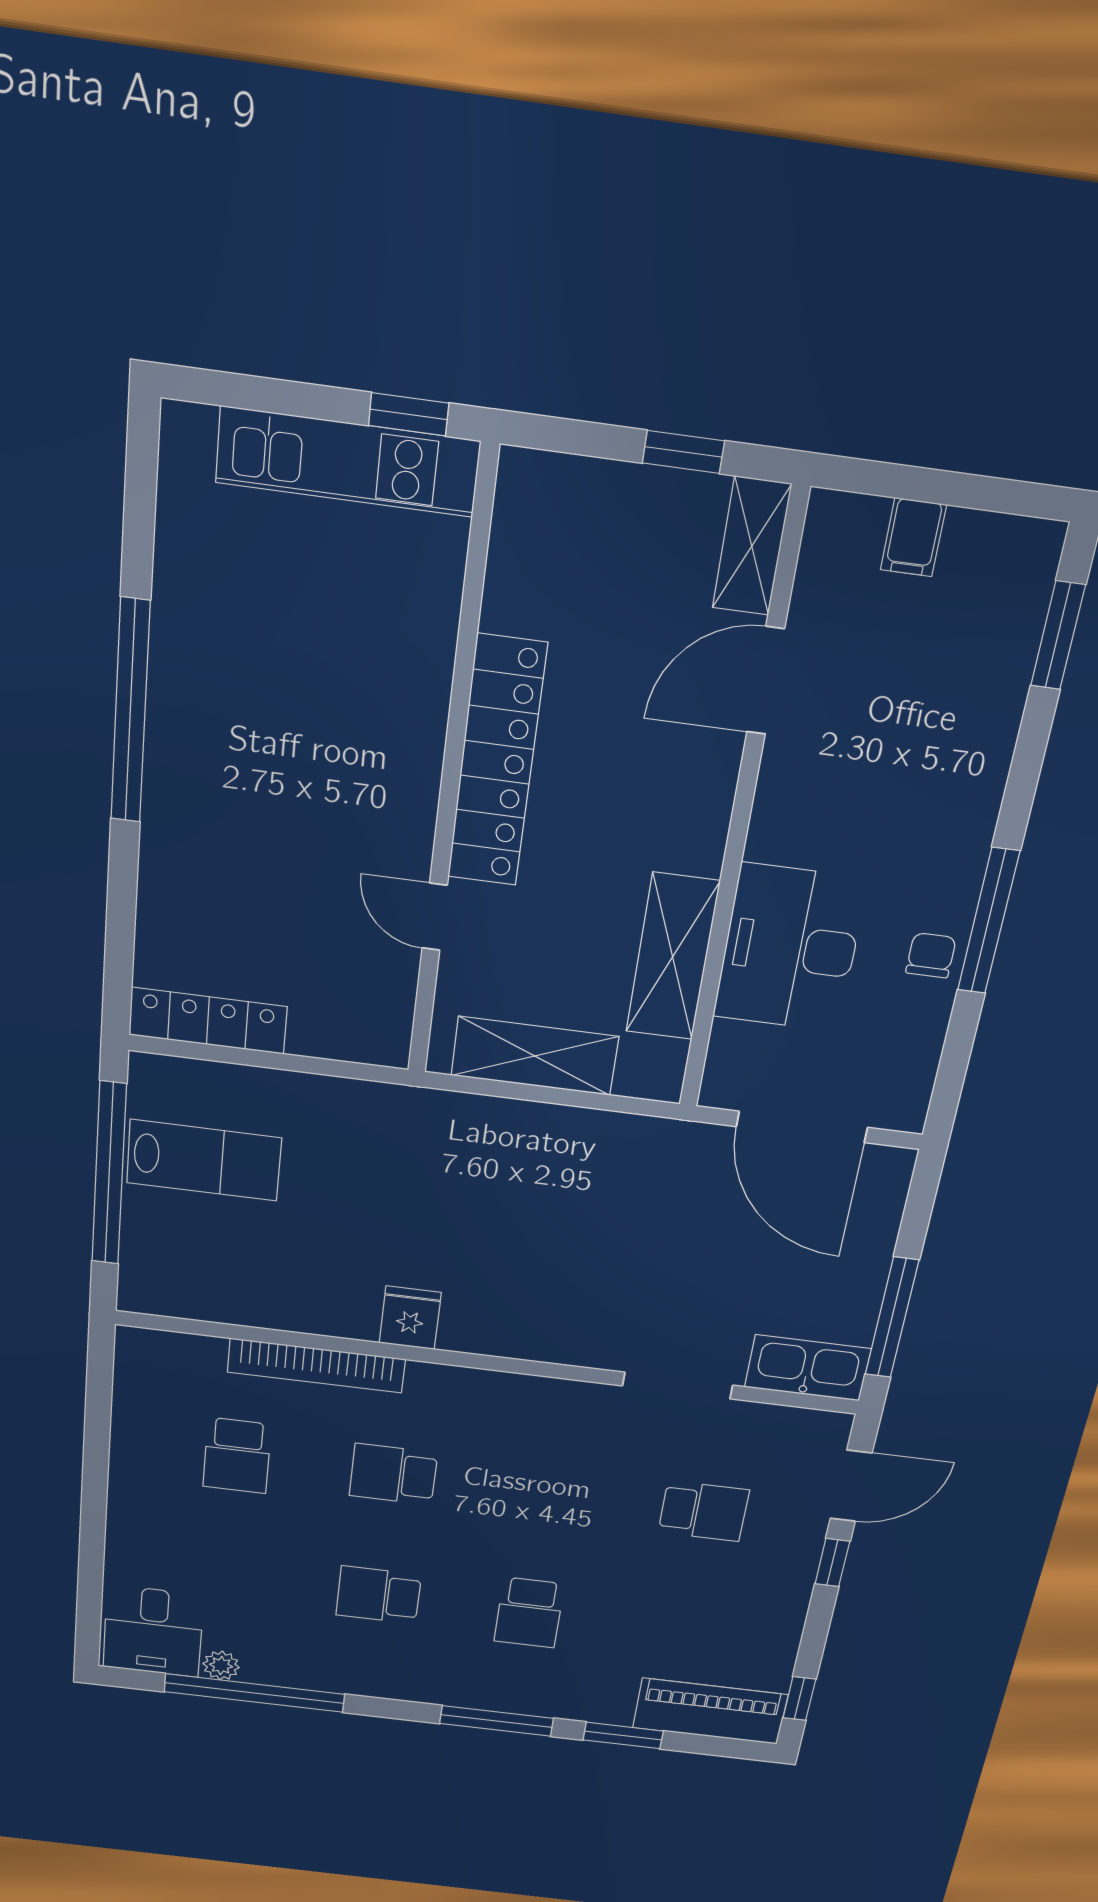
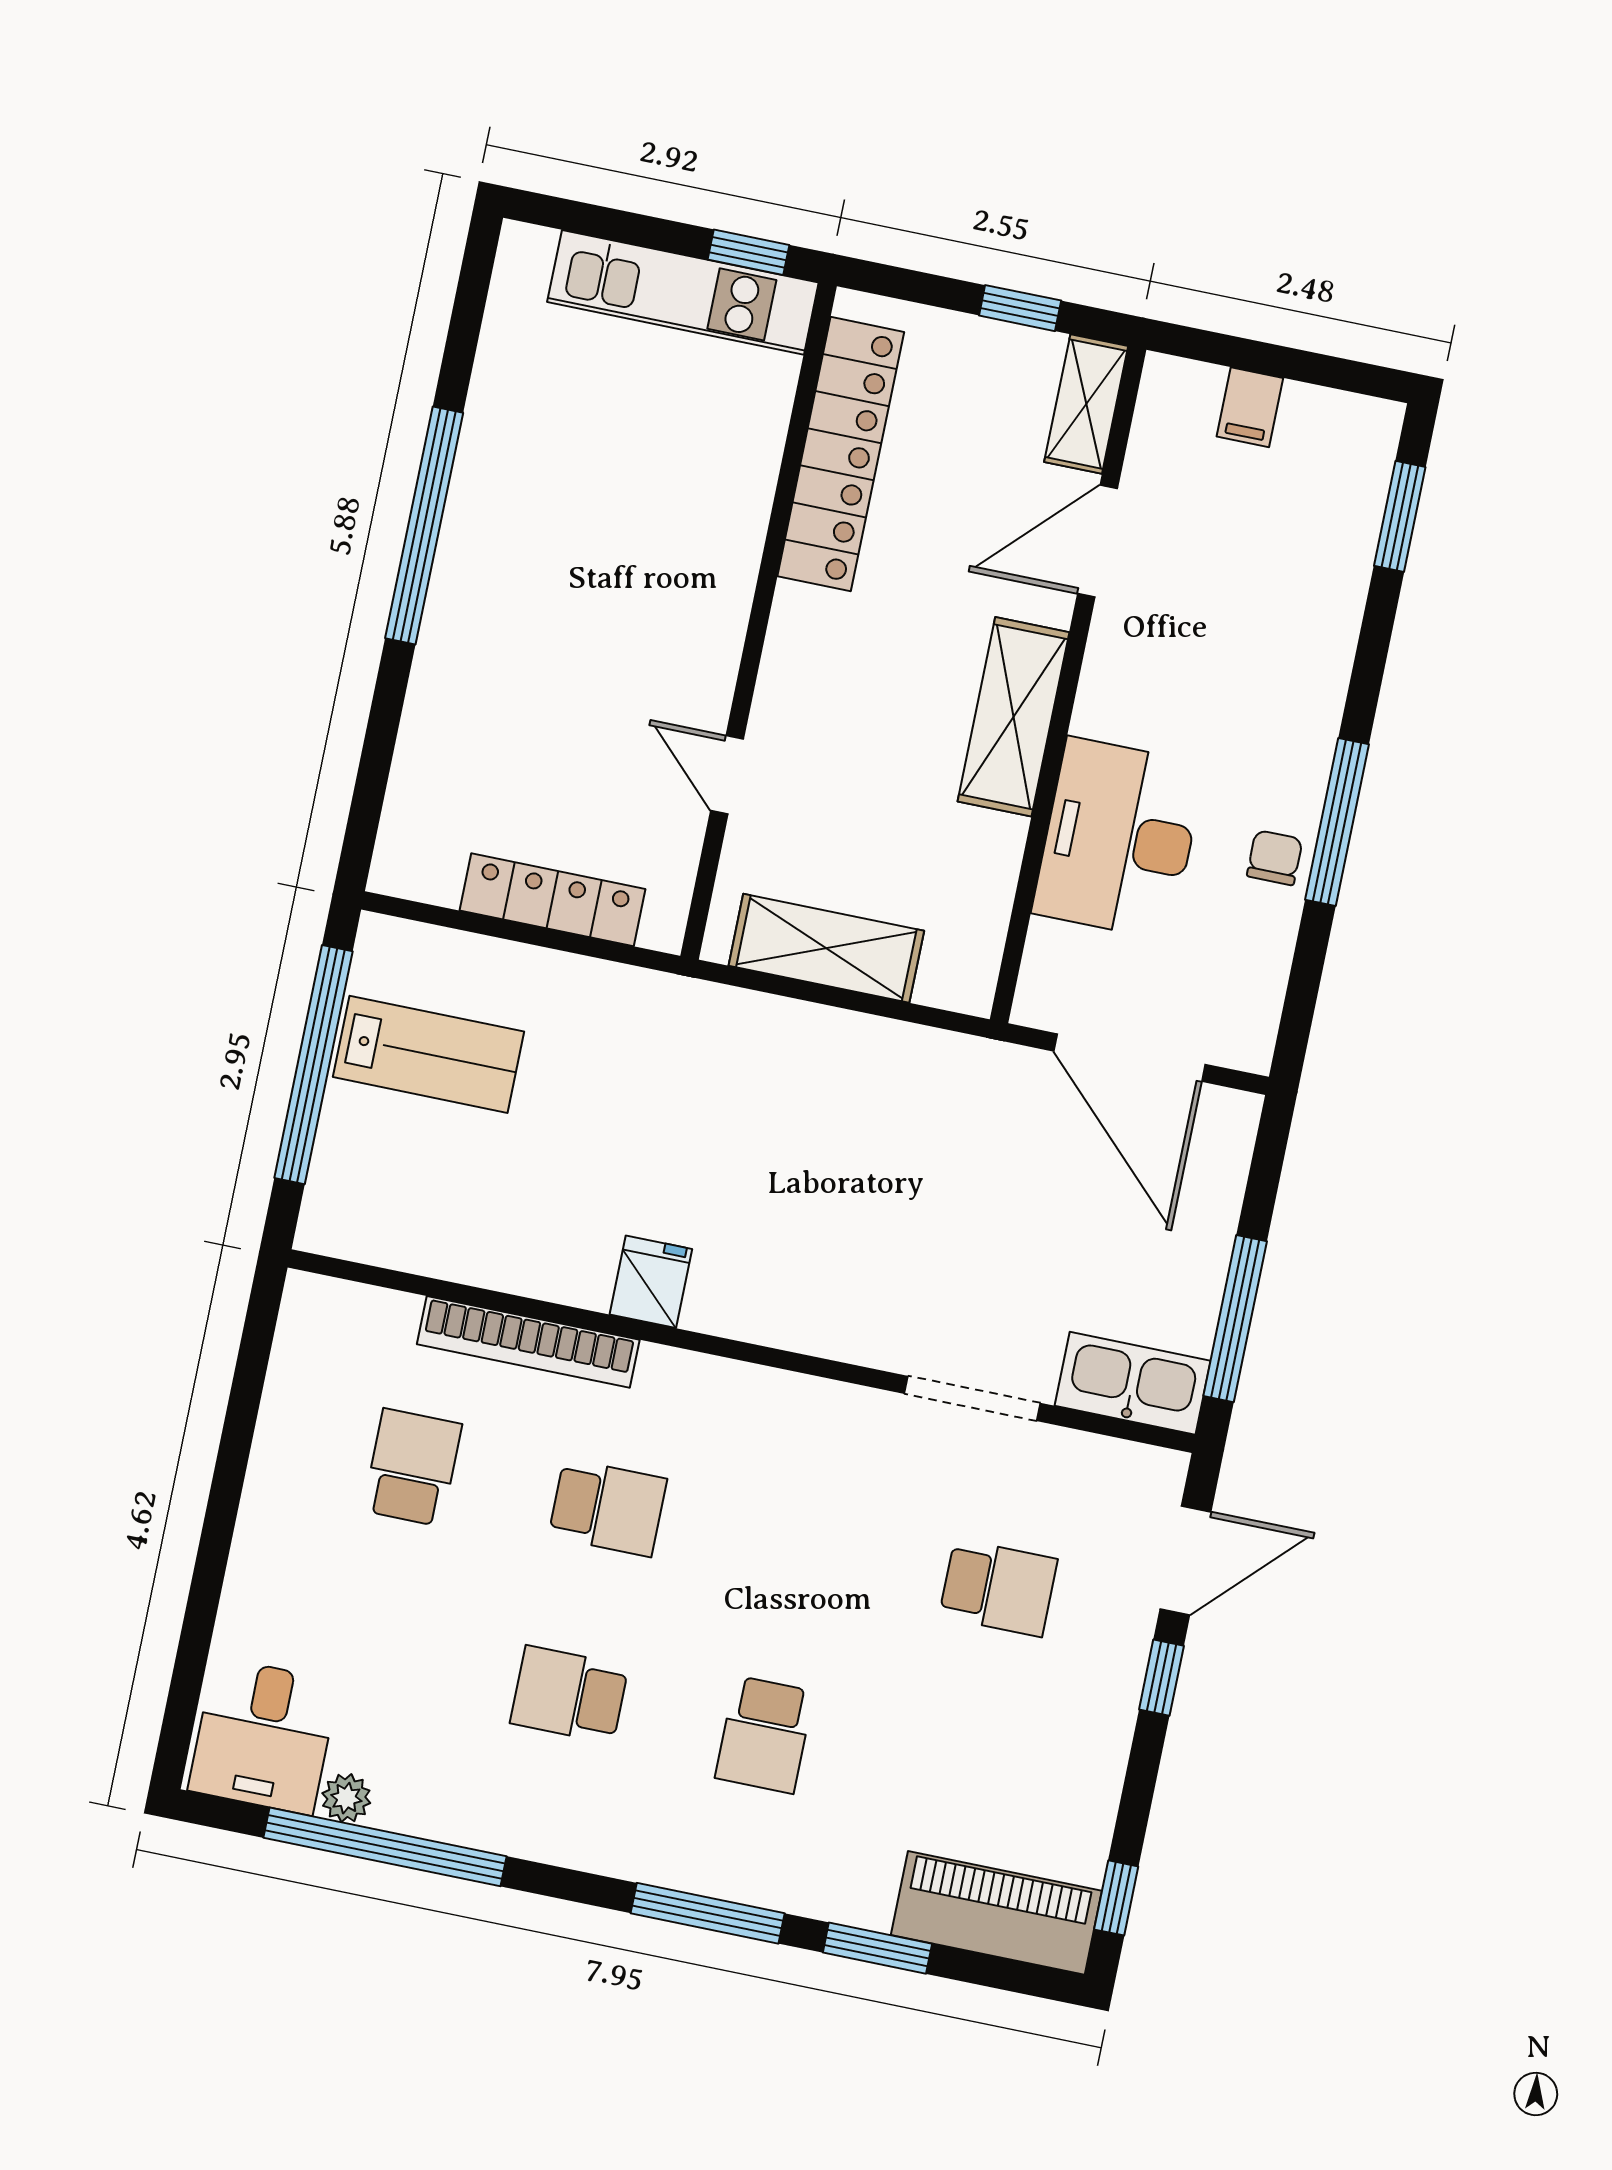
locker: (497, 762) -> (841, 454), moved
shelving: (673, 957) -> (1013, 717), moved
locker: (208, 1021) -> (553, 900), moved
school desk: (237, 1456) -> (412, 1467), turned 180
school desk: (393, 1474) -> (608, 1508), turned 180

